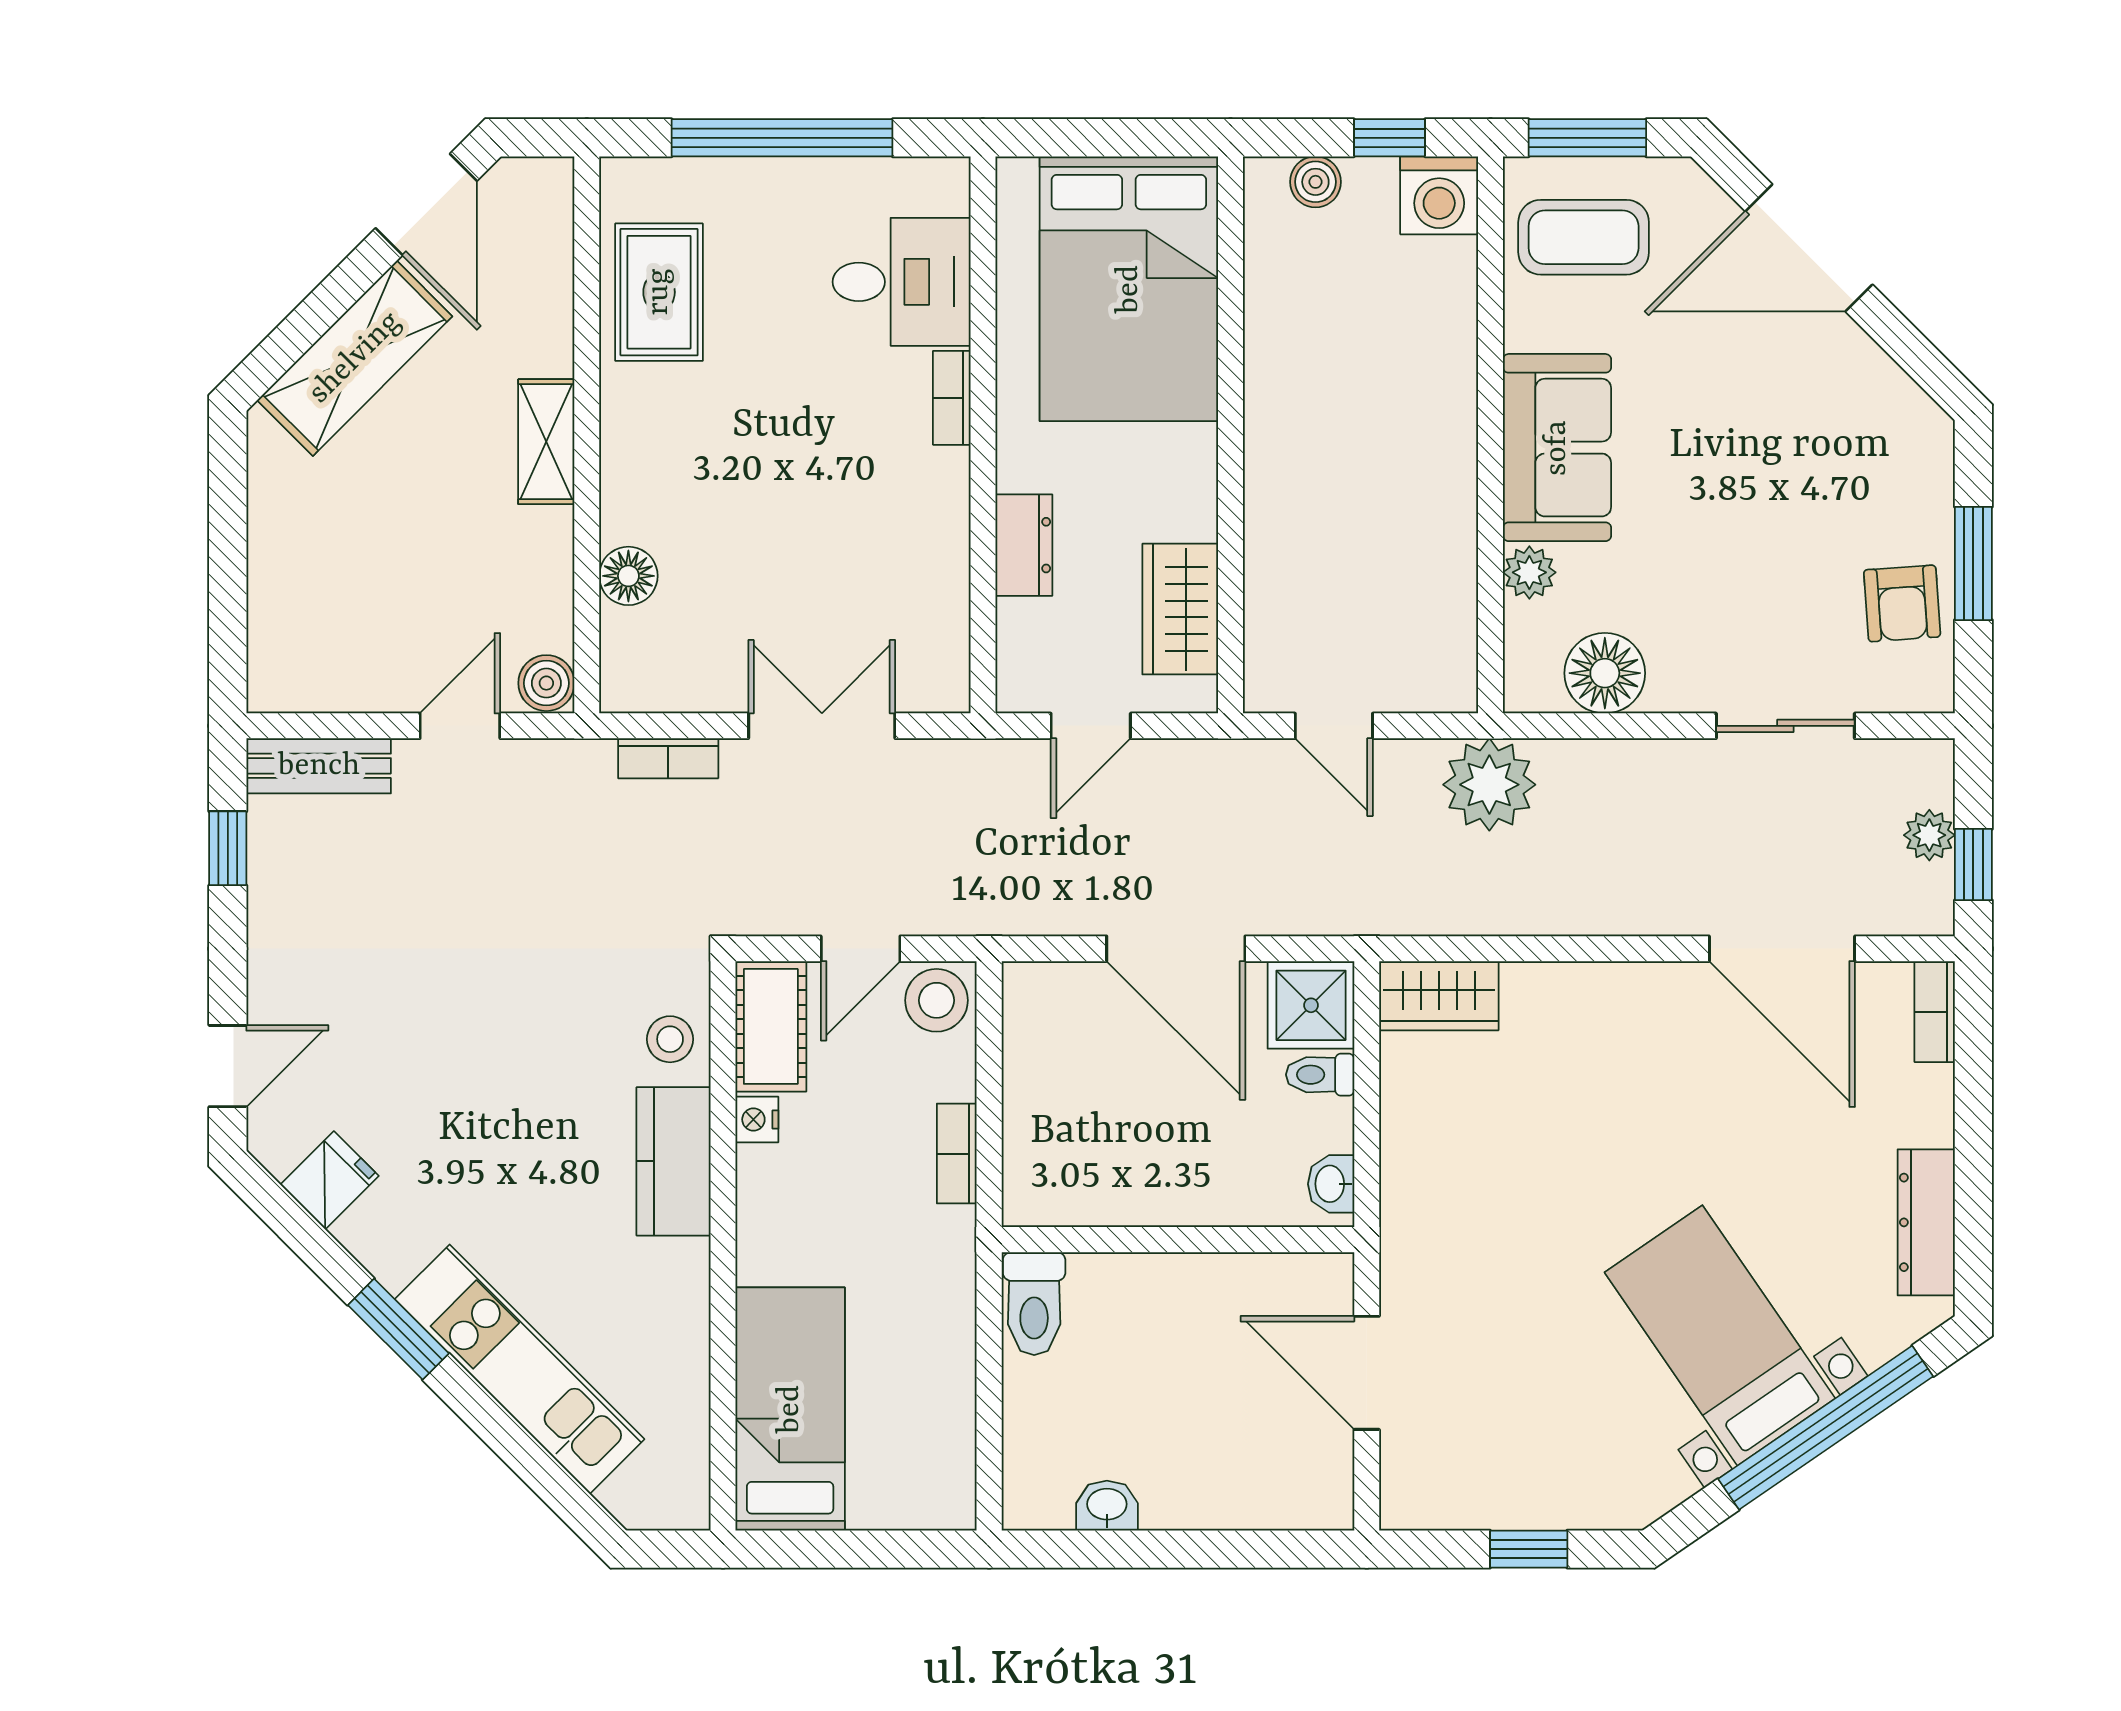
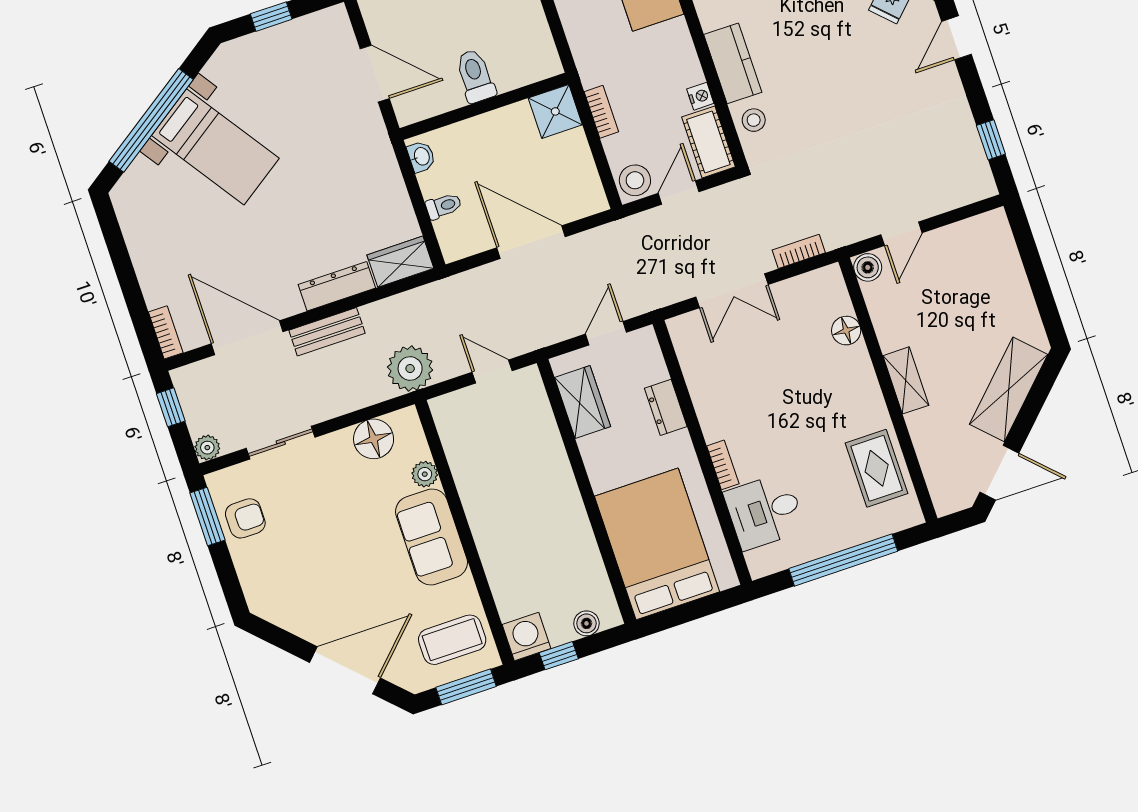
door: (426, 204) -> (999, 473), swing flipped
window: (1973, 563) -> (207, 516), moved
armchair: (1902, 603) -> (245, 518), turned 94
bench: (319, 766) -> (327, 332), moved
plant: (1929, 835) -> (207, 448), moved
shower: (1311, 1005) -> (555, 111), moved
dresser: (1926, 1222) -> (337, 286), moved, turned -90
toilet: (1034, 1304) -> (475, 76), moved

